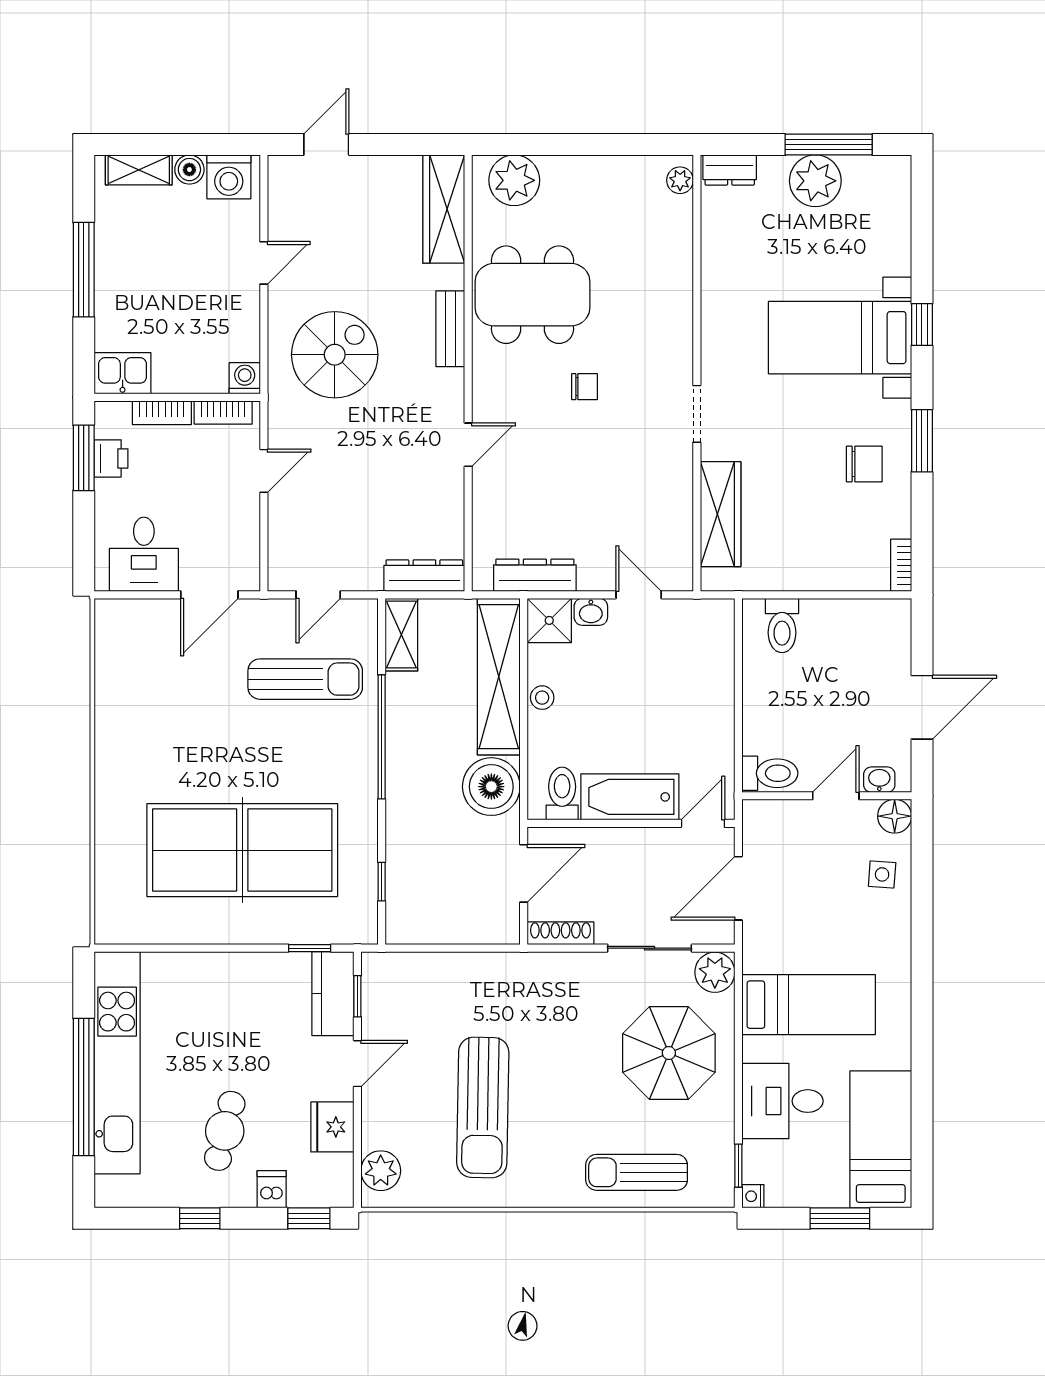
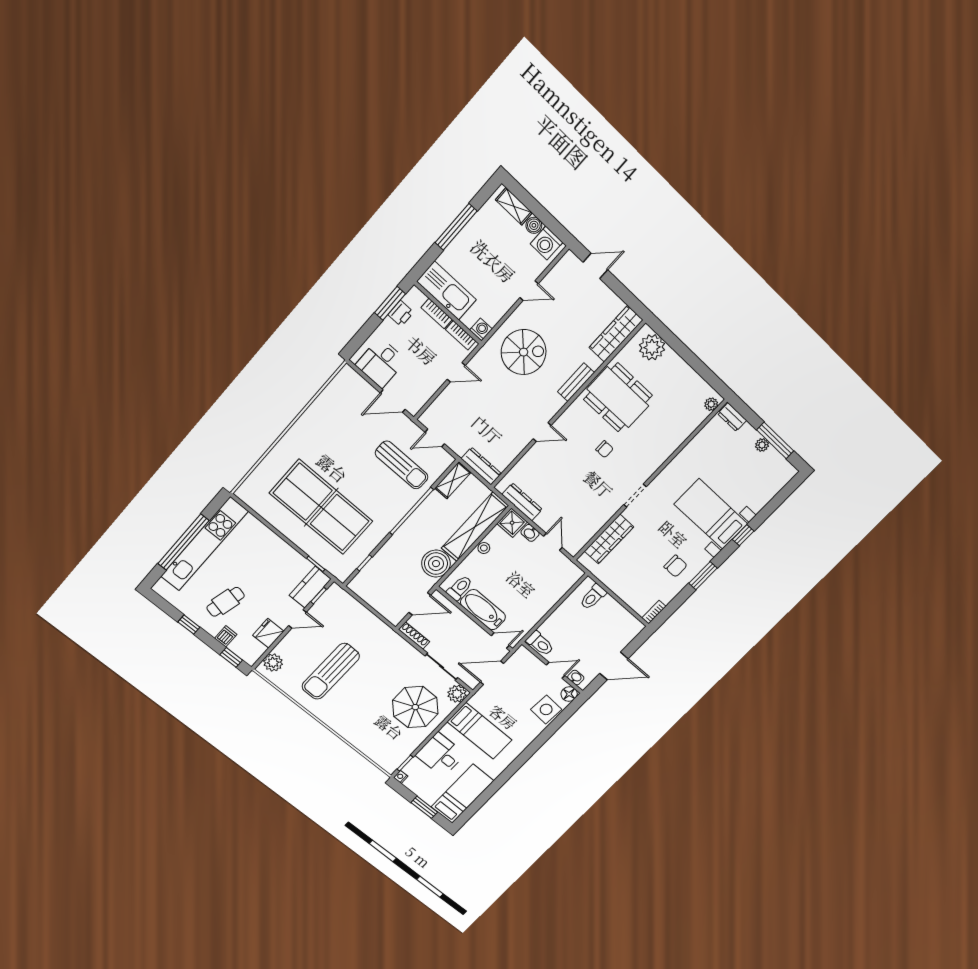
plant: (815, 181) -> (762, 445), width x0.53, depth x0.53
kitchen sink: (123, 373) -> (447, 291), width x1.88, depth x1.24
side table: (882, 874) -> (546, 709), width x1.87, depth x1.87
sun lounger: (637, 1172) -> (367, 737), removed

